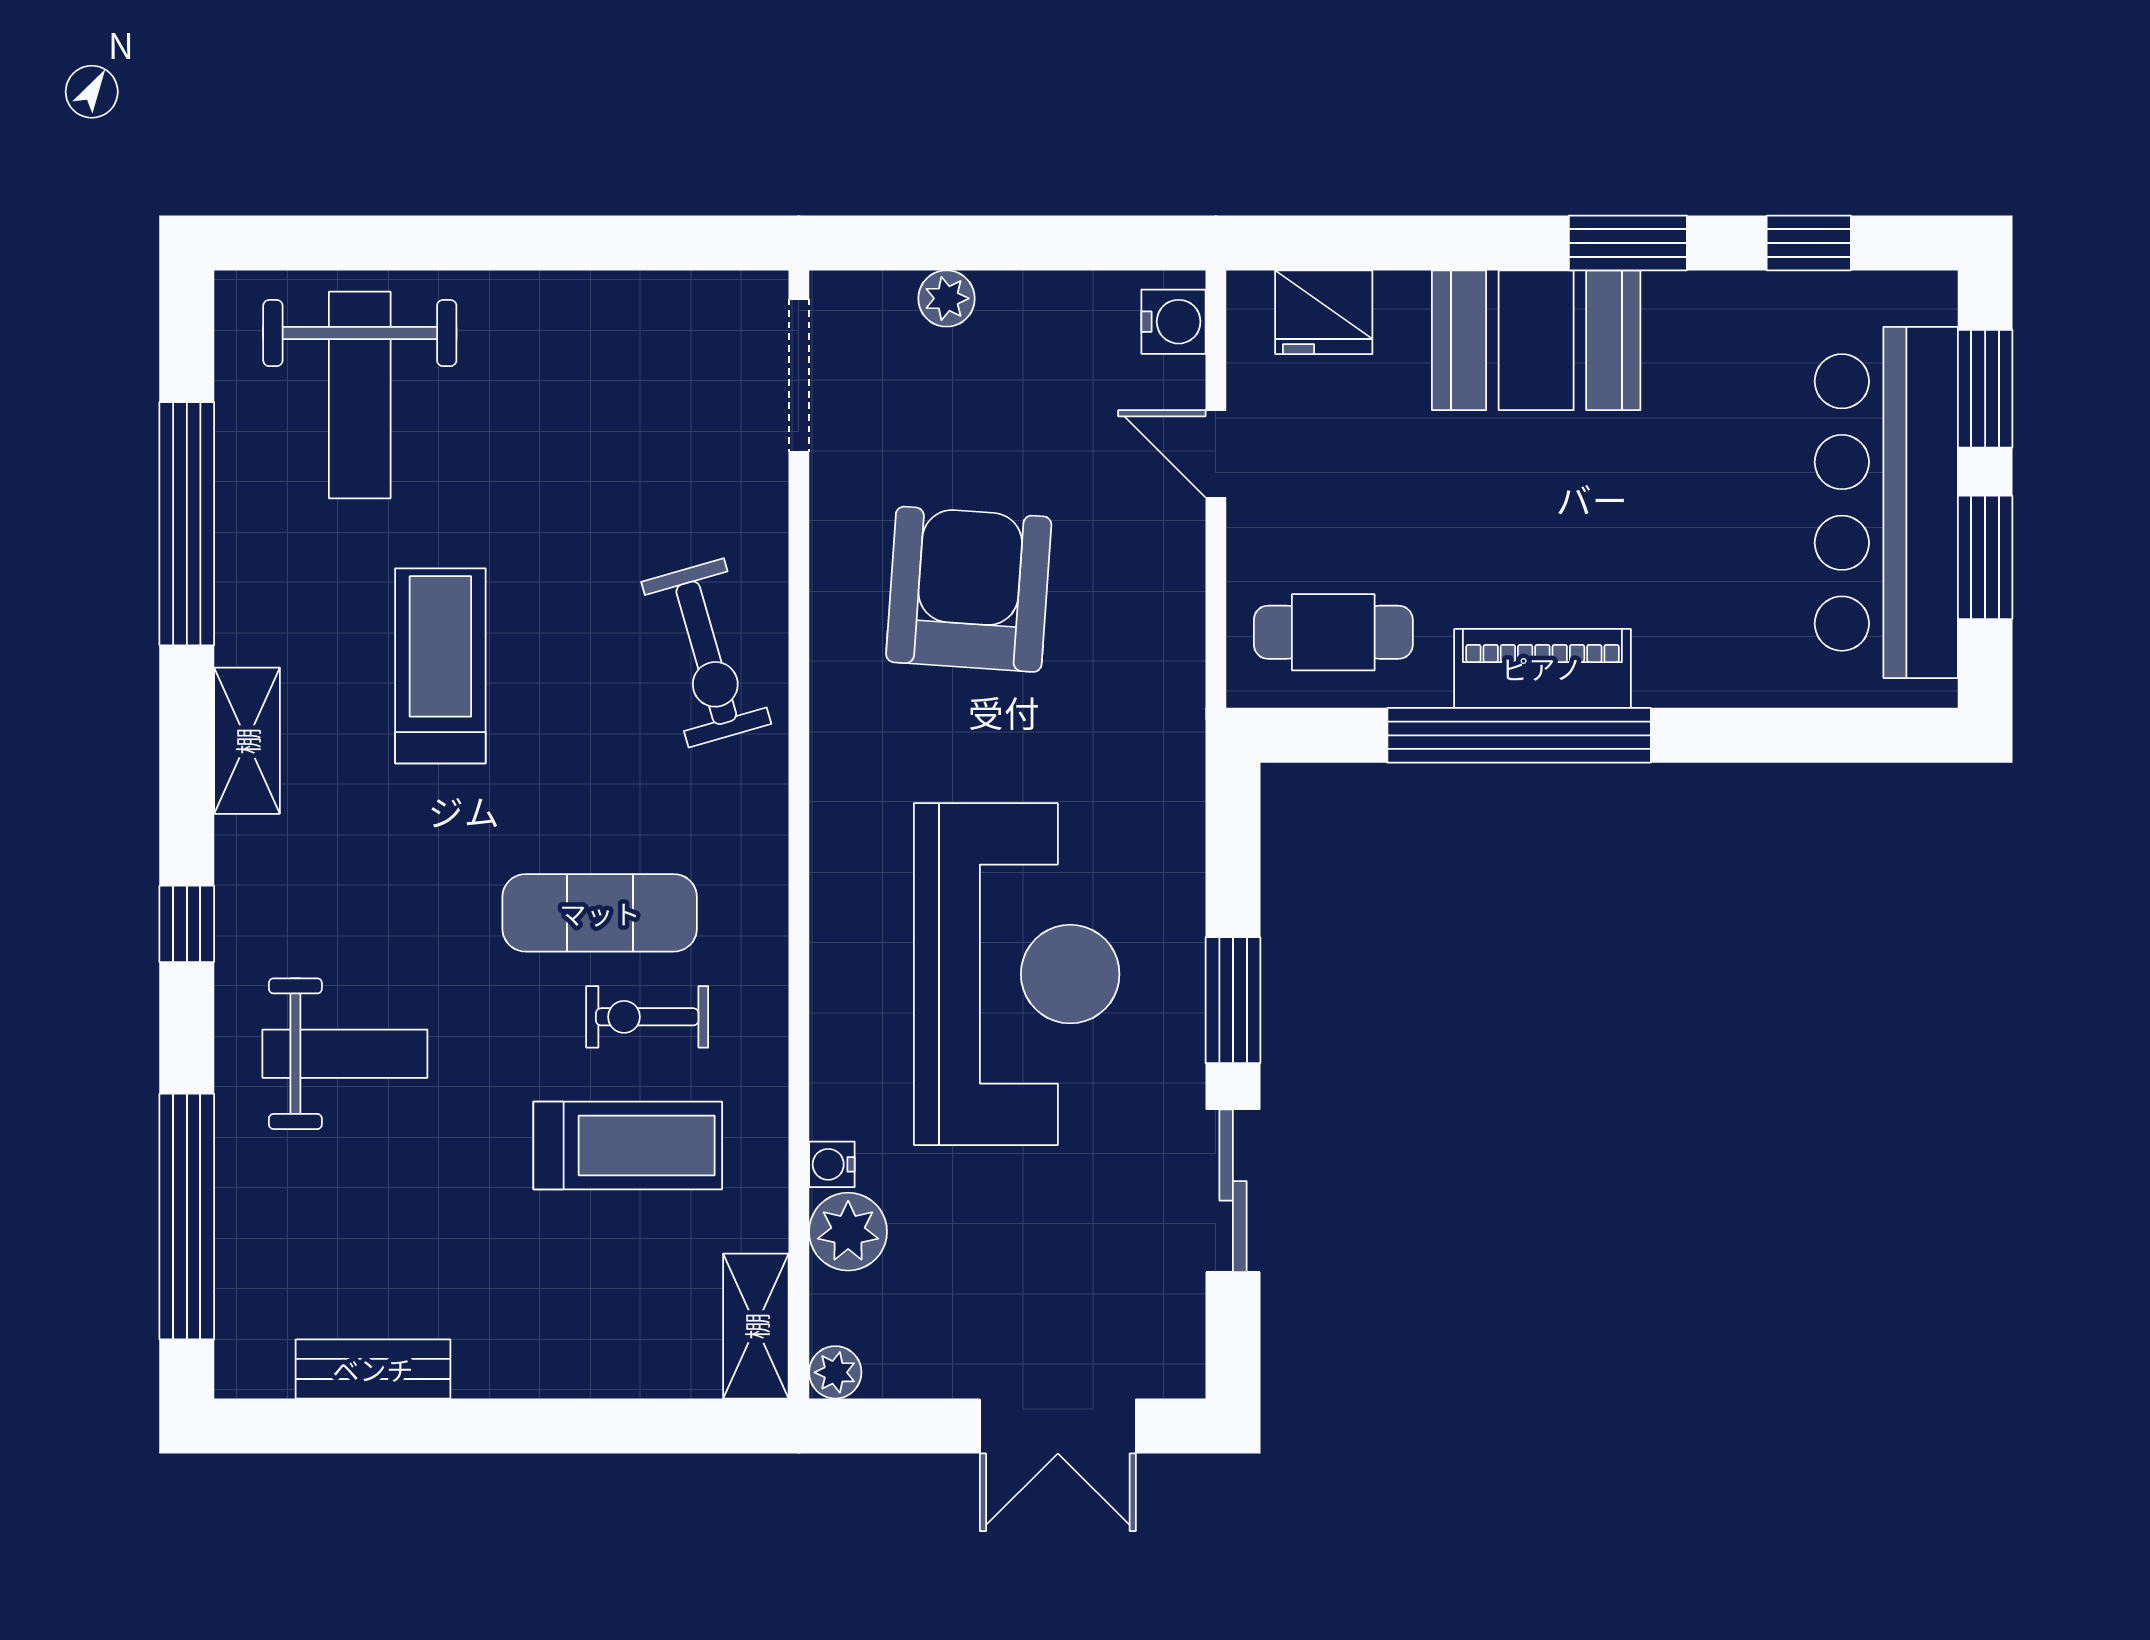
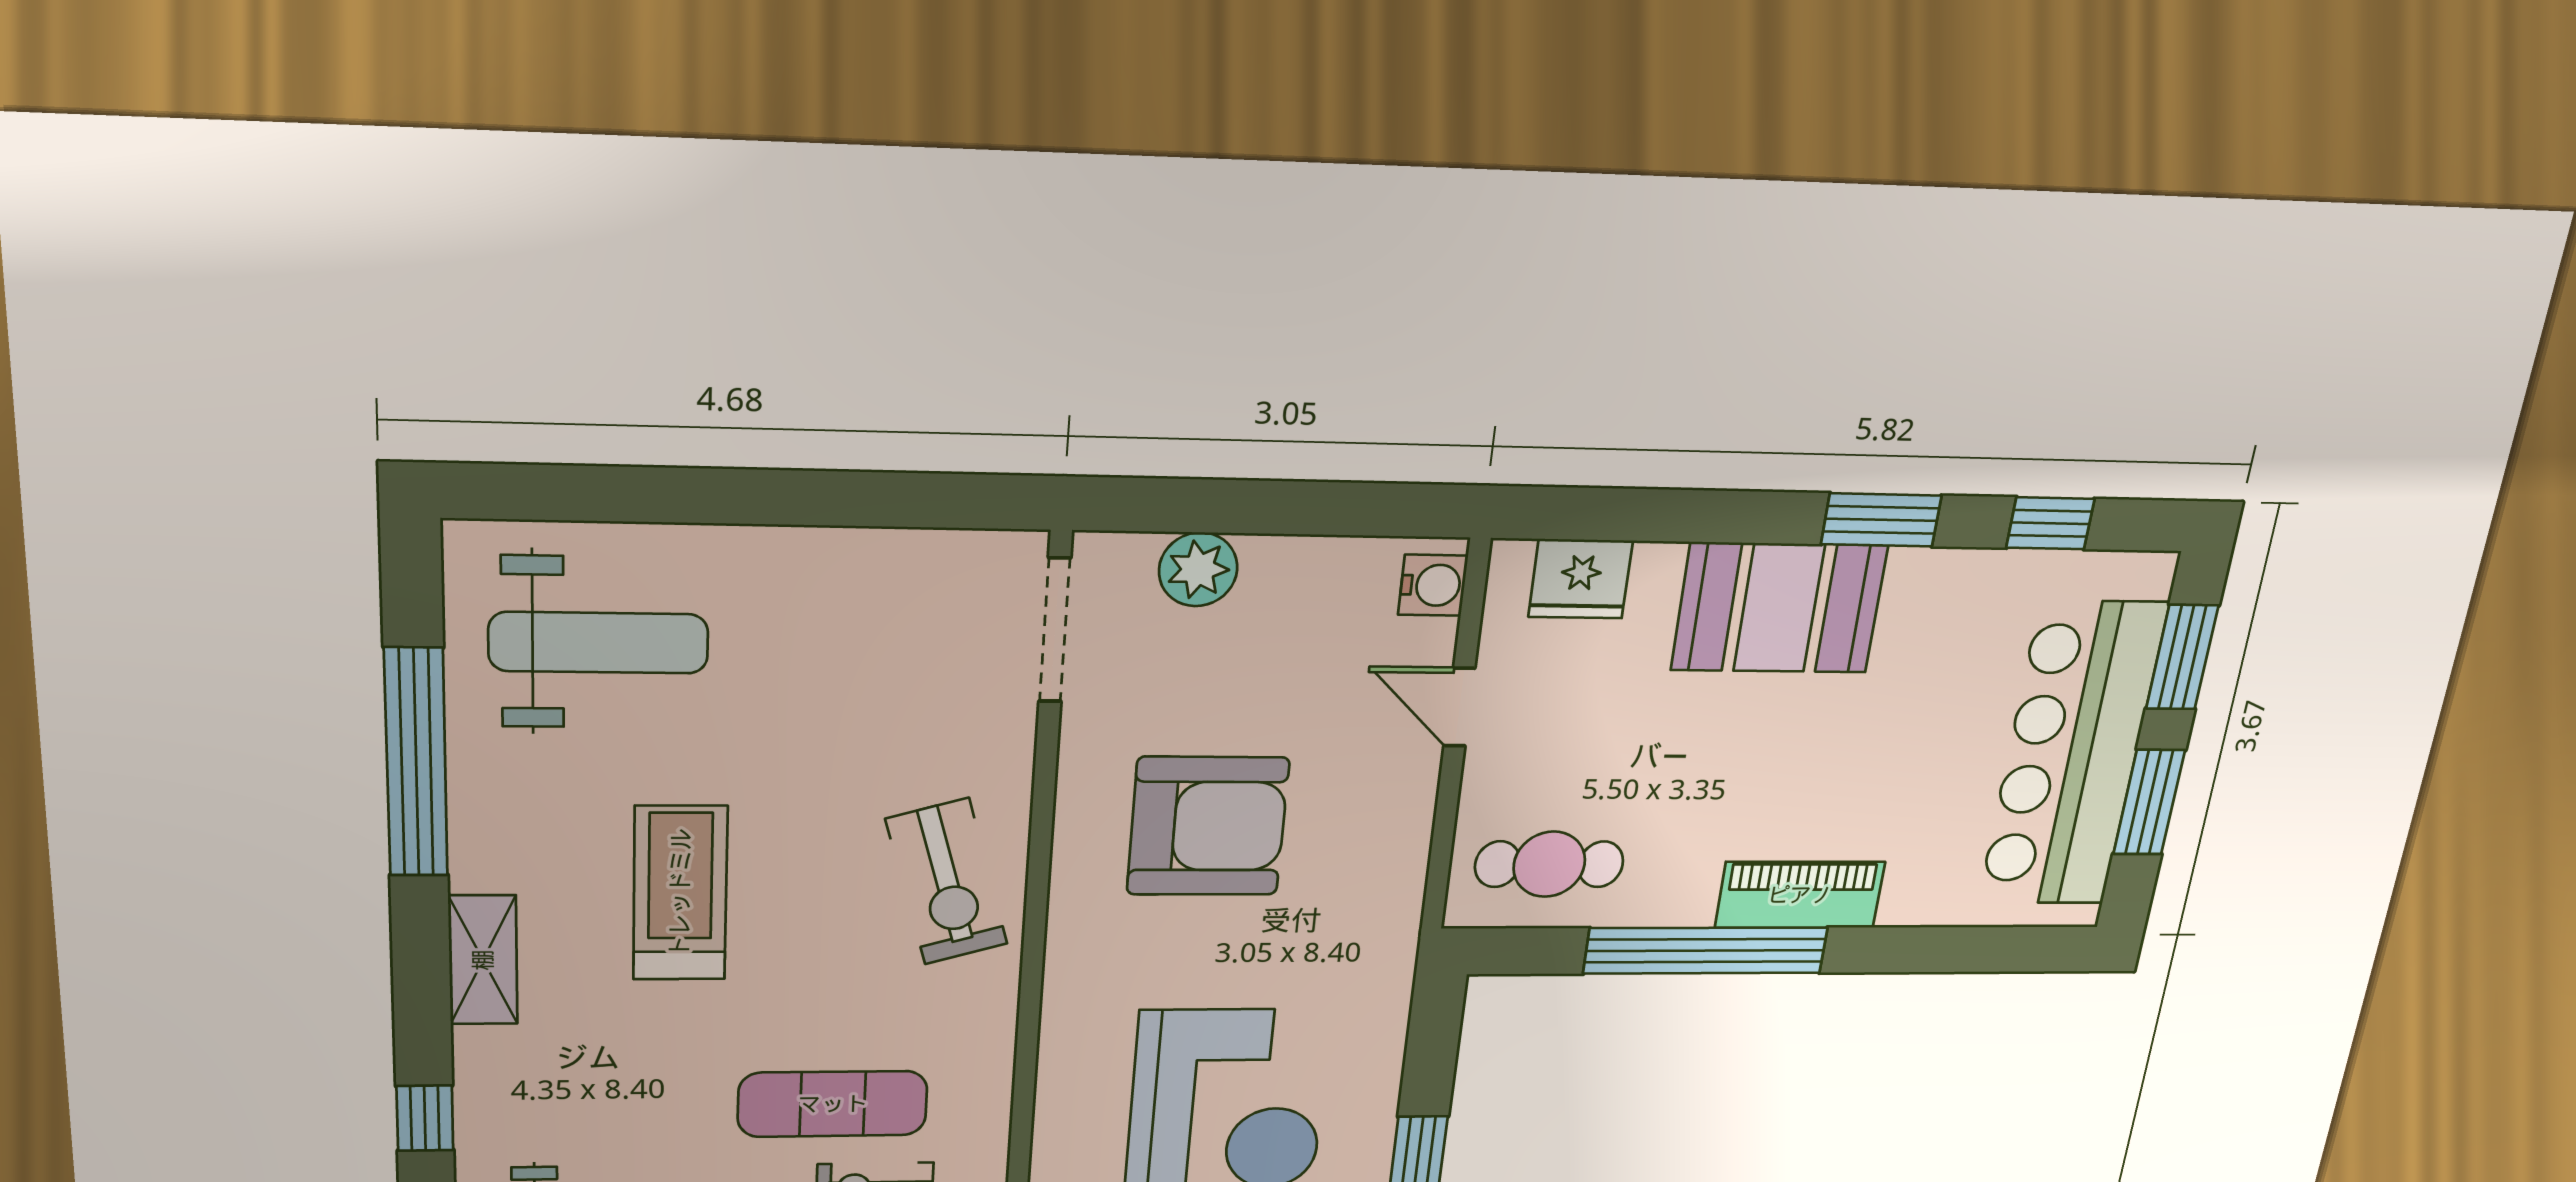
plant: (947, 298) -> (1198, 569), width x1.38, depth x1.38
weight bench: (360, 395) -> (599, 643), turned -90
armchair: (969, 589) -> (1208, 826), turned 86
piano: (1542, 668) -> (1800, 895), moved

